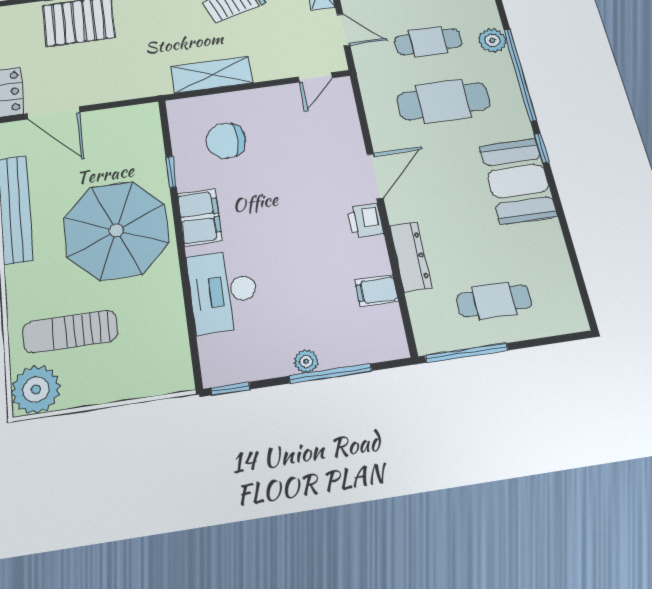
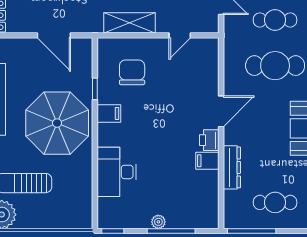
door: (315, 77) -> (180, 35), moved
door: (53, 113) -> (54, 35), moved
chair: (226, 141) -> (132, 72), turned 90
filing cabinet: (200, 217) -> (109, 113), width x0.50
filing cabinet: (377, 291) -> (207, 161), moved

